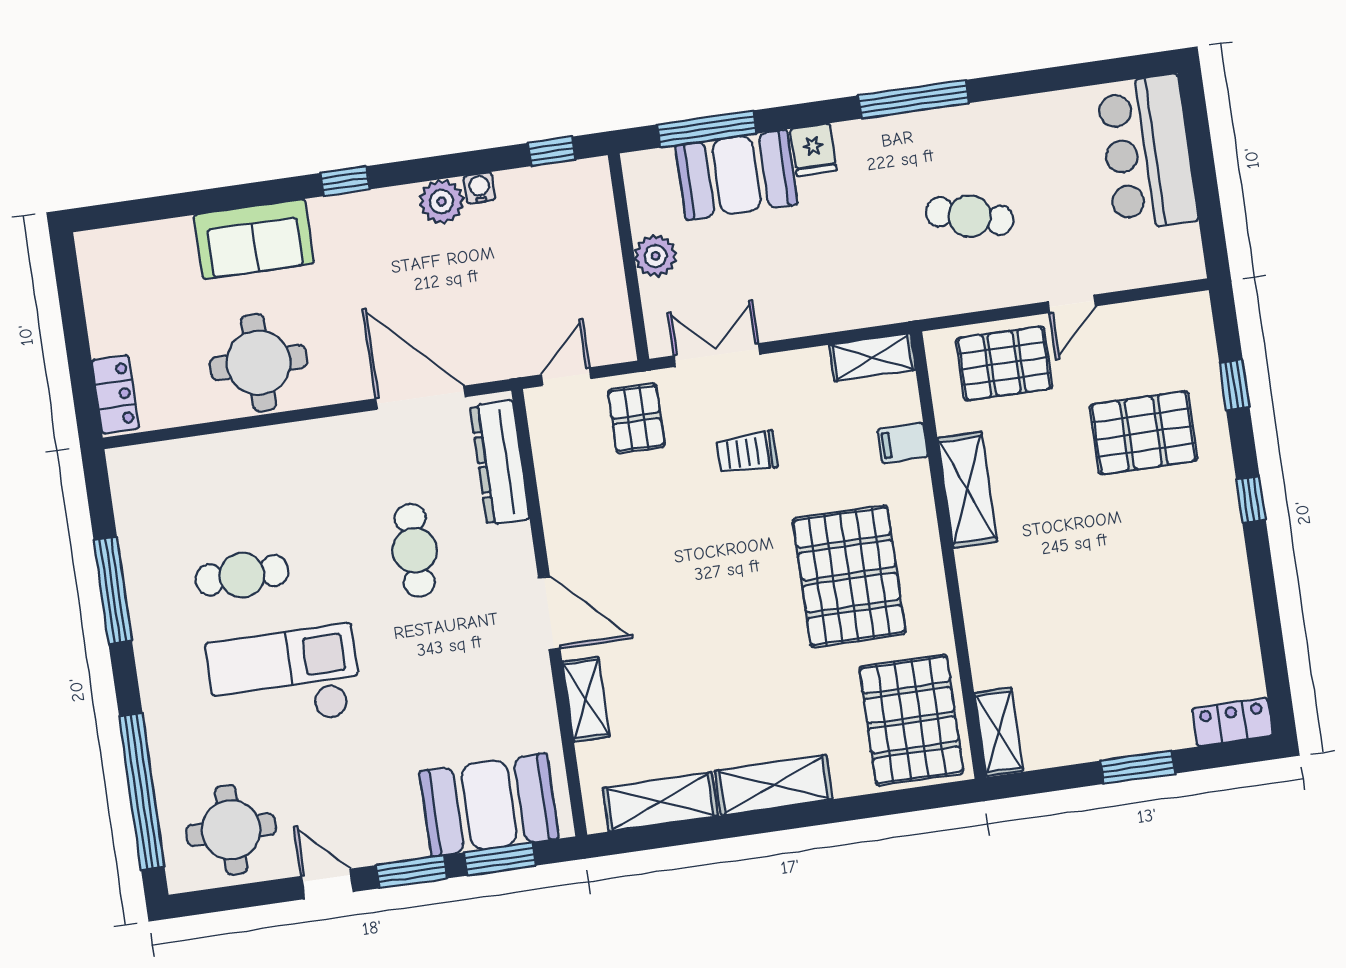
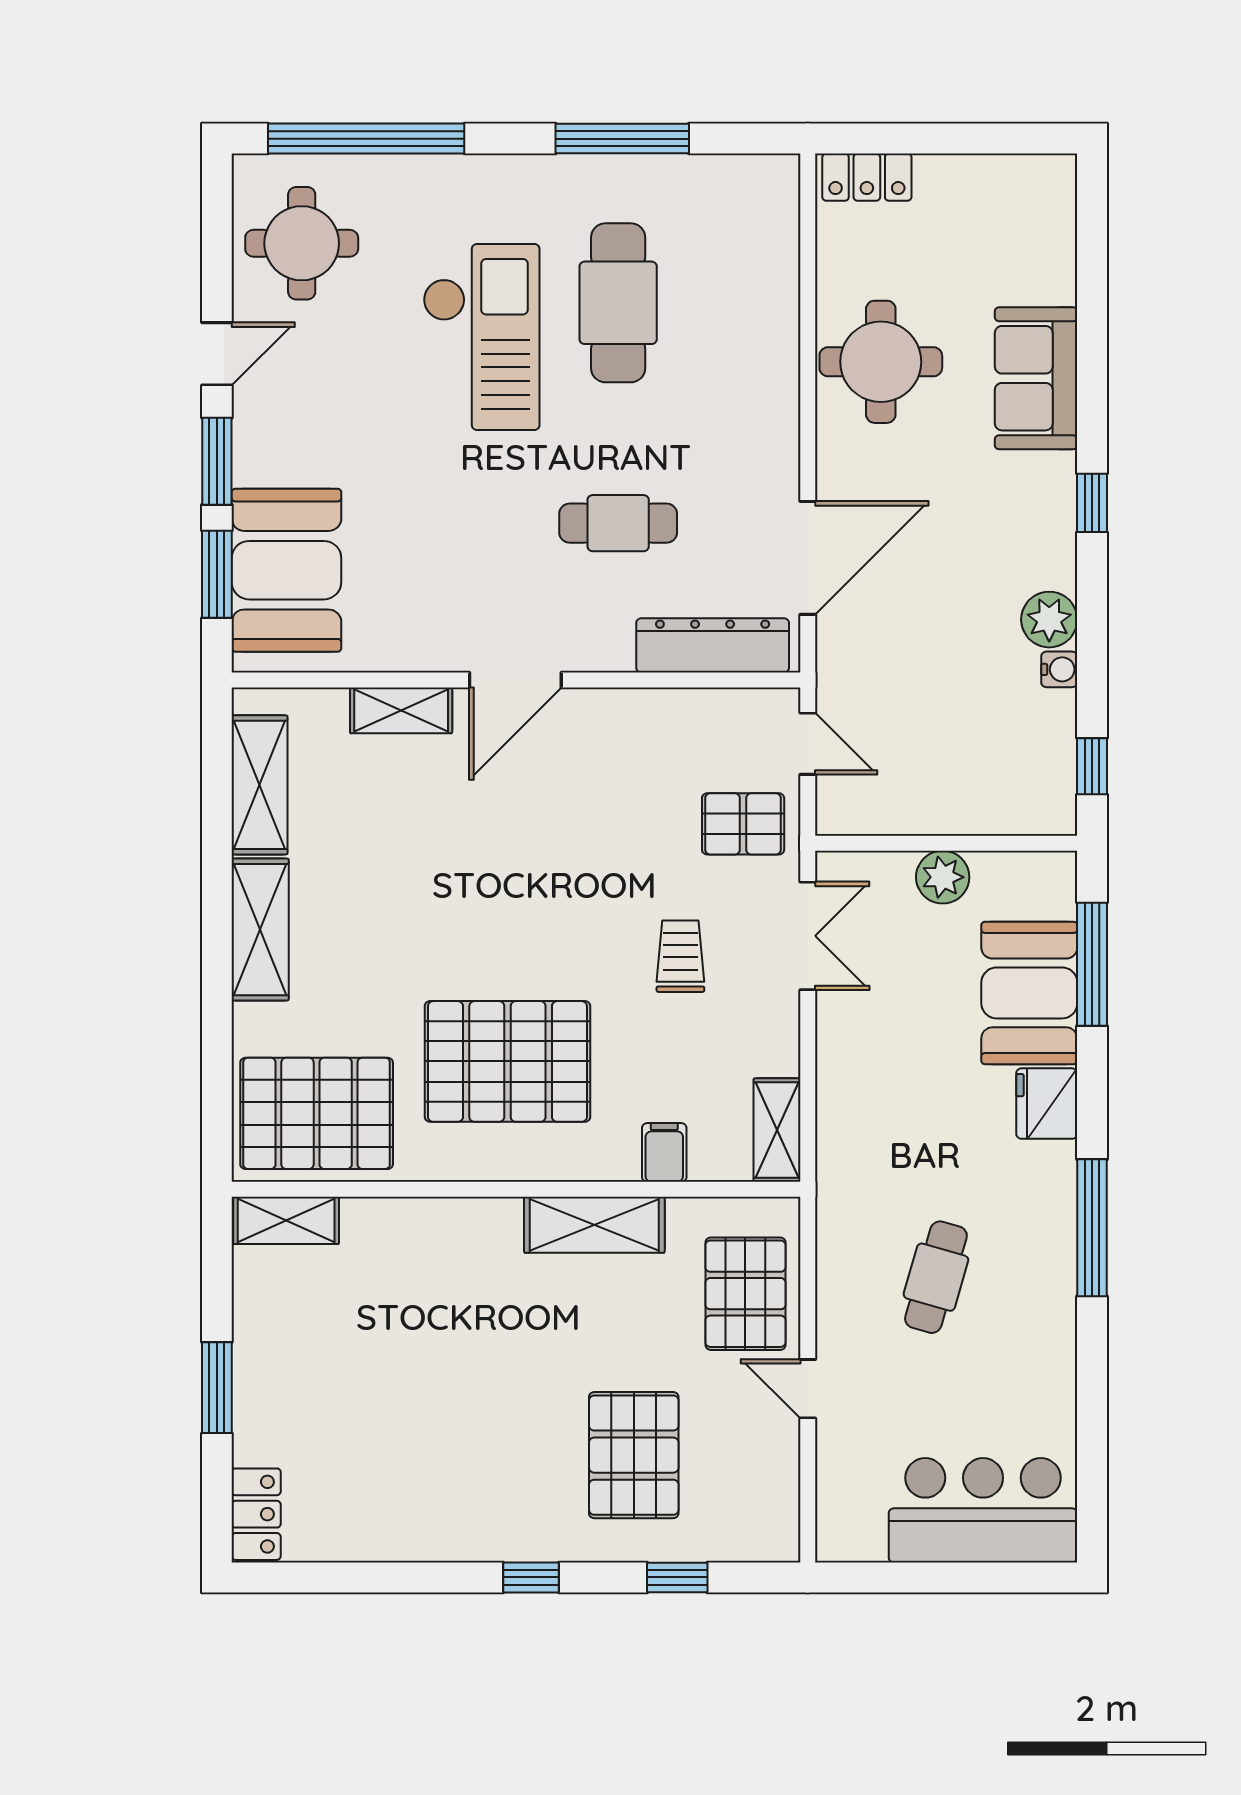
fridge: (813, 150) -> (1047, 1104), width x1.38
cafe table: (242, 575) -> (618, 303), width x1.37, depth x1.35

